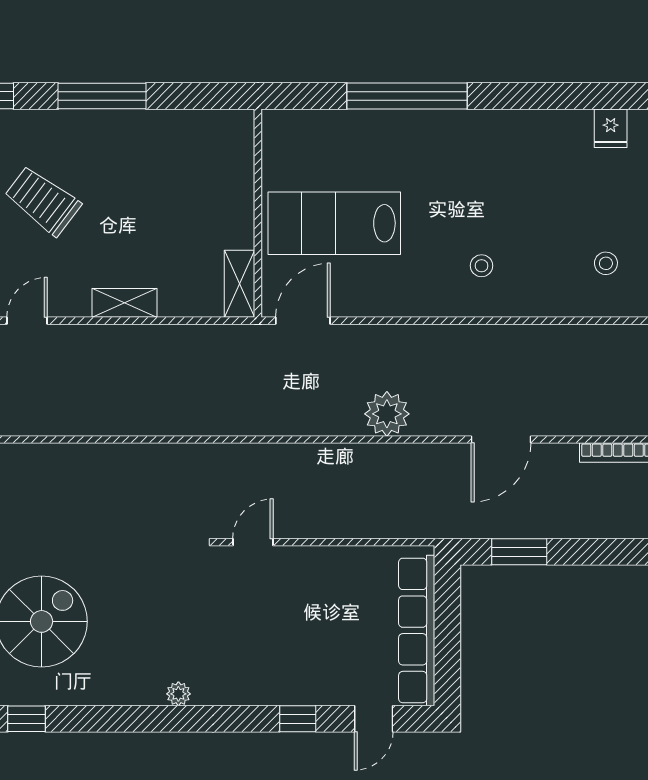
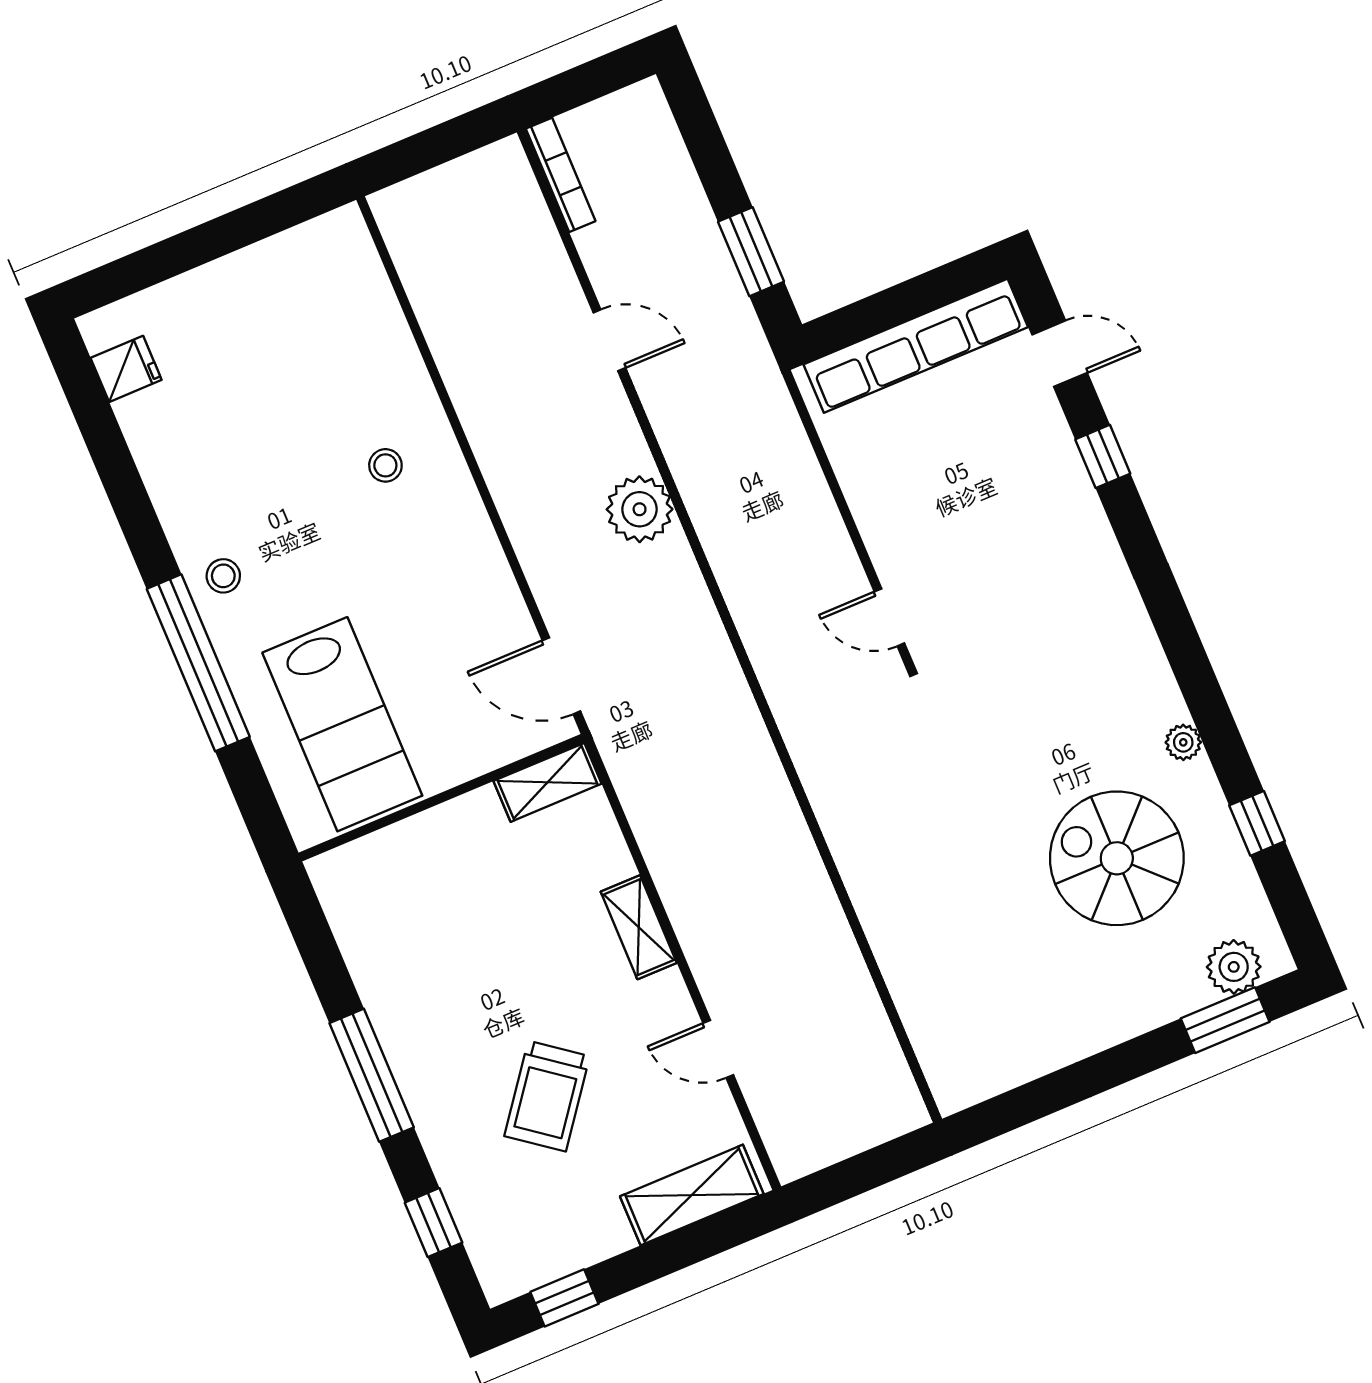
lab bench: (334, 223) -> (342, 724), moved
stool: (606, 263) -> (223, 576), moved
door: (501, 439) -> (609, 340), width x0.73
plant: (178, 694) -> (1183, 742), moved

